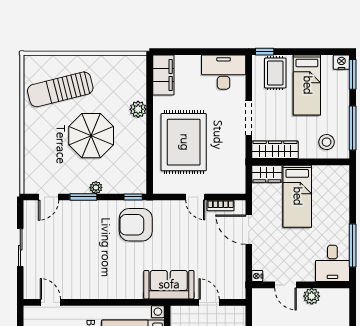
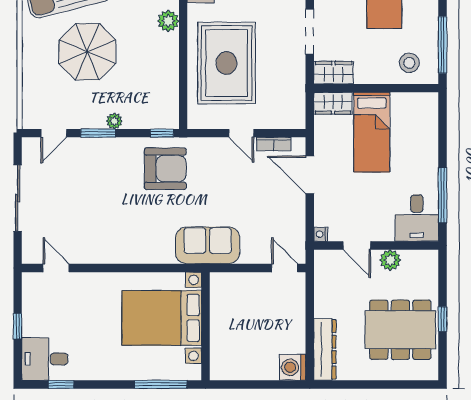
parasol: (91, 136) -> (87, 52), moved
wardrobe: (275, 150) -> (334, 73), width x0.67
armchair: (136, 225) -> (165, 169), turned 180
sliding door: (20, 248) -> (18, 198), width x1.37
door: (209, 302) -> (285, 268), moved

